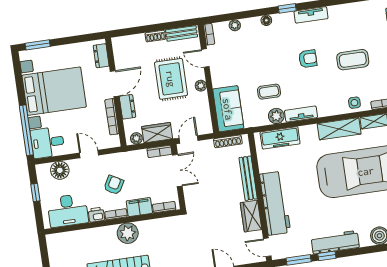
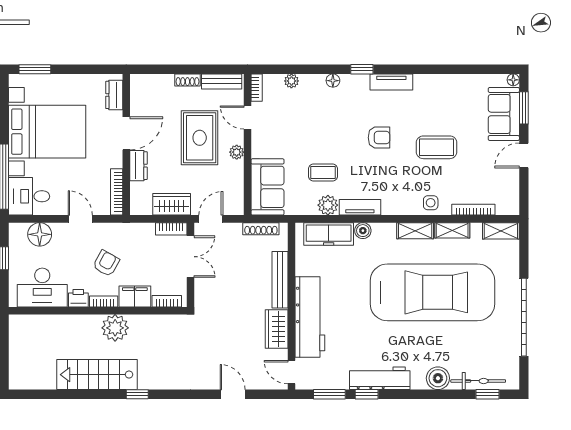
bookcase: (112, 117) -> (117, 192), moved
shelving: (339, 129) -> (415, 231), width x0.67, depth x0.75
boiler: (306, 131) -> (363, 231), added
plant: (136, 138) -> (144, 208), removed

